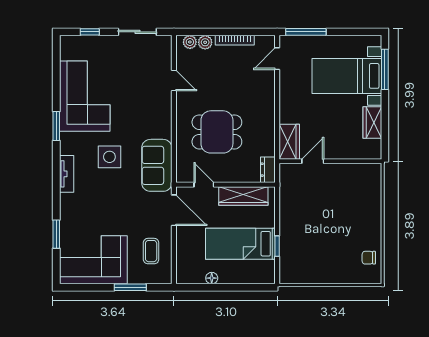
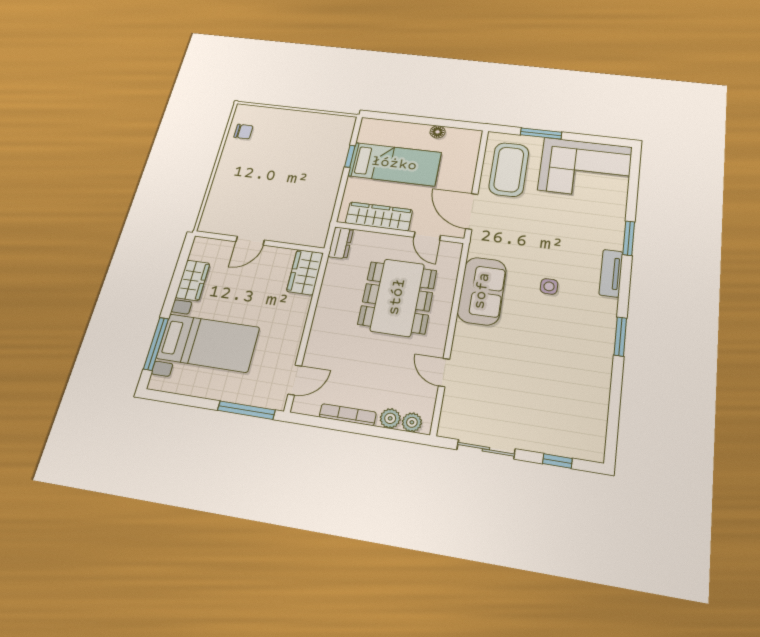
corner sofa: (85, 96) -> (575, 371), removed
dining table: (217, 132) -> (397, 297), width x1.37
side table: (109, 157) -> (549, 286), width x0.54, depth x0.54
door: (313, 161) -> (250, 241), moved
sofa: (157, 165) -> (482, 291), moved
window: (56, 234) -> (629, 238), moved
coffee table: (151, 251) -> (509, 169), width x1.86, depth x1.72

